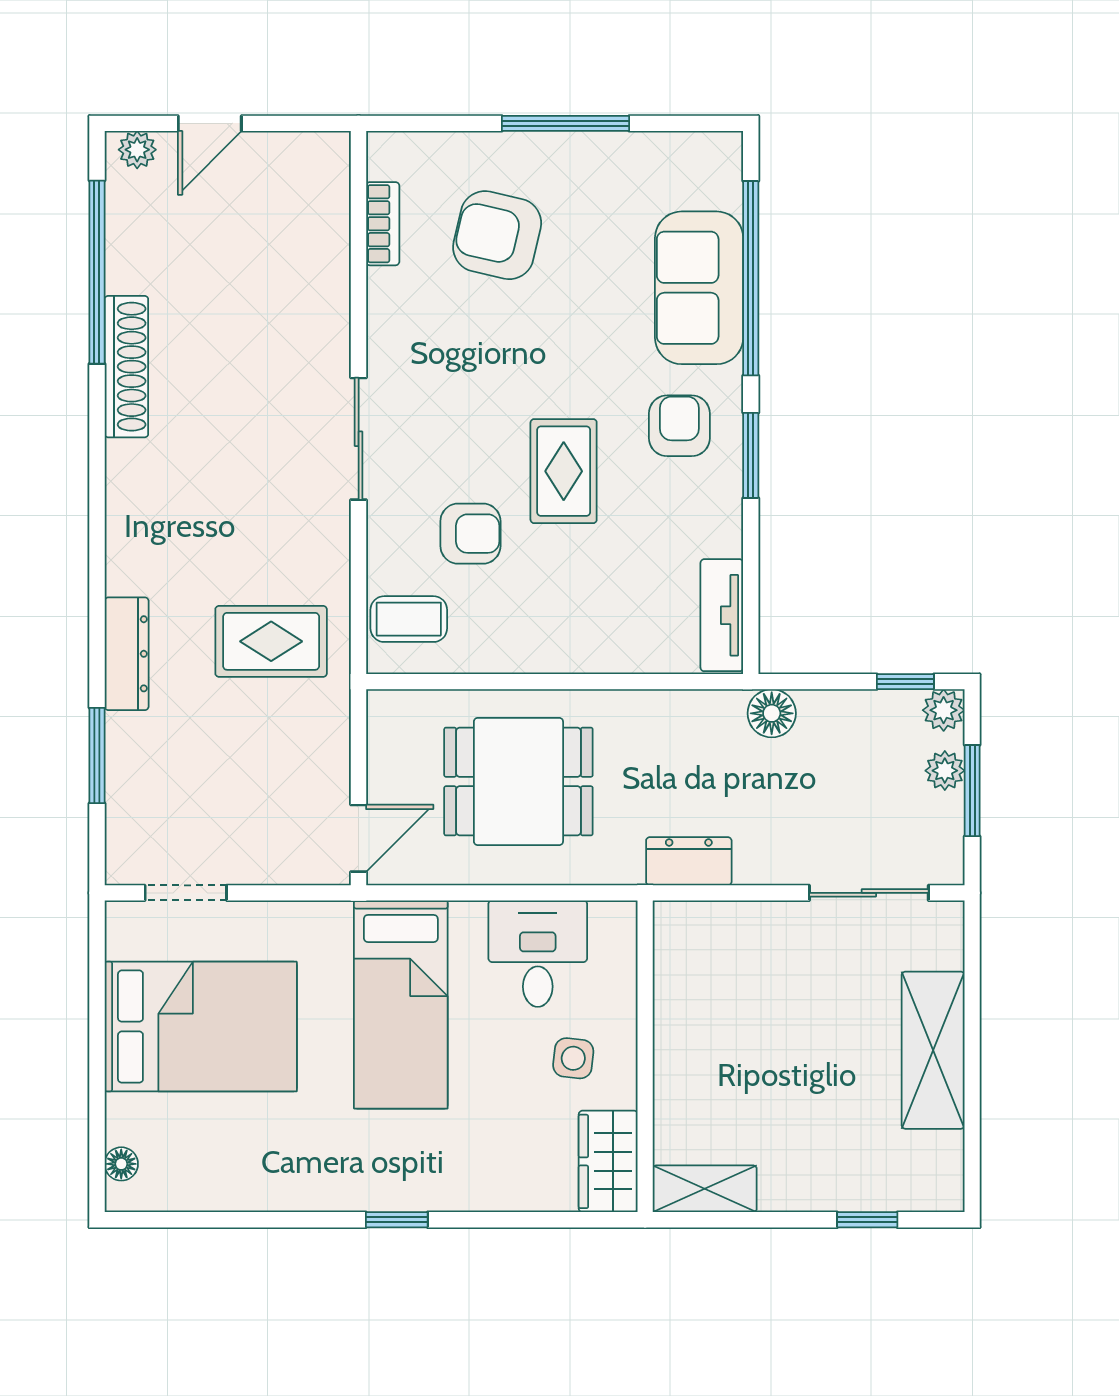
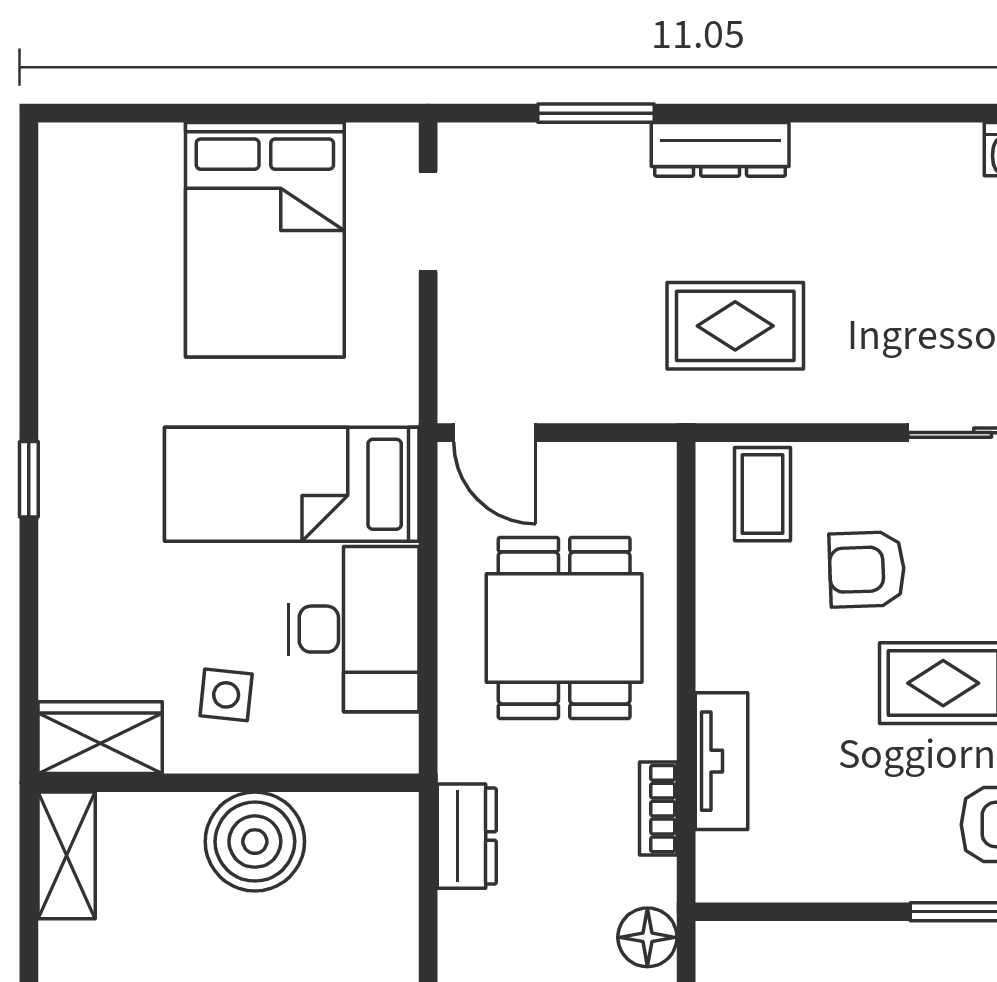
armchair: (470, 534) -> (867, 569), turned 88
tv unit: (722, 615) -> (721, 761), moved, turned 90
rug: (271, 641) -> (735, 326), turned 90
bookcase: (666, 704) -> (658, 809), added
desk: (538, 954) -> (354, 629), width x1.37
boiler: (693, 1035) -> (255, 842), added
floor lamp: (121, 1164) -> (97, 143), removed

